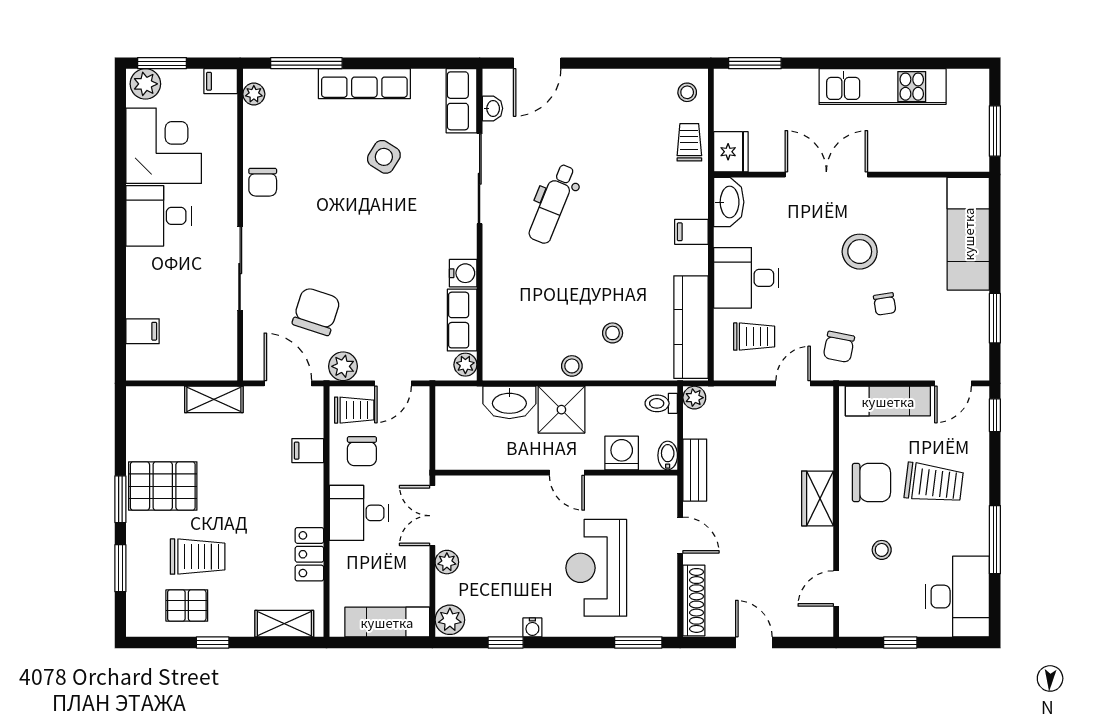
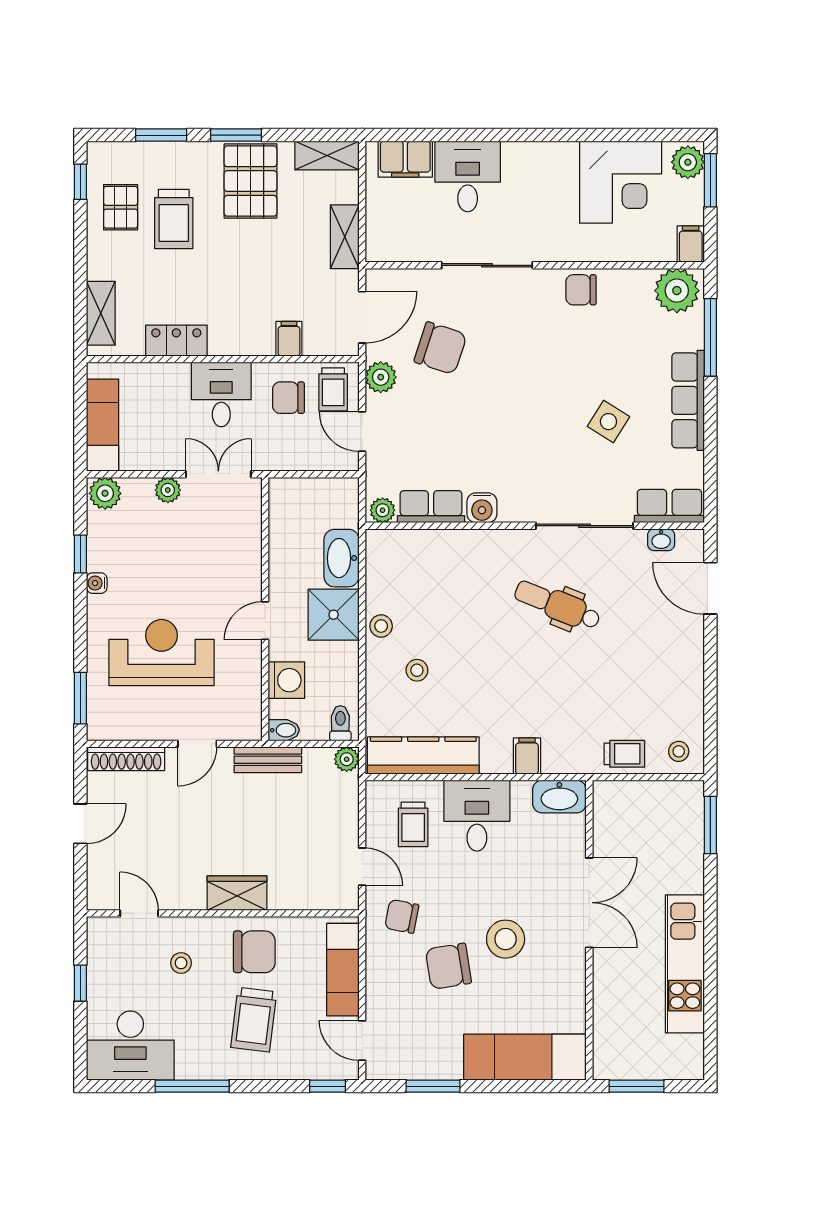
plant: (254, 94) -> (677, 291), width x1.88, depth x1.88
fridge: (731, 152) -> (614, 799), removed
desk: (158, 216) -> (468, 176), moved
chair: (885, 304) -> (448, 966), width x1.87, depth x1.87
filing cabinet: (143, 331) -> (405, 159), width x2.00
shelving: (139, 416) -> (327, 156), added
chair: (871, 482) -> (254, 952), turned -90
window: (213, 642) -> (80, 182), moved

